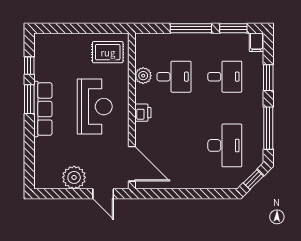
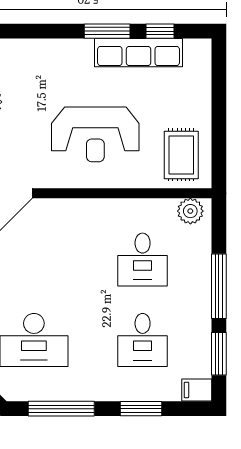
plant: (143, 76) -> (190, 211), moved
row of seats: (43, 109) -> (139, 53), moved
printer: (143, 113) -> (86, 211), removed

